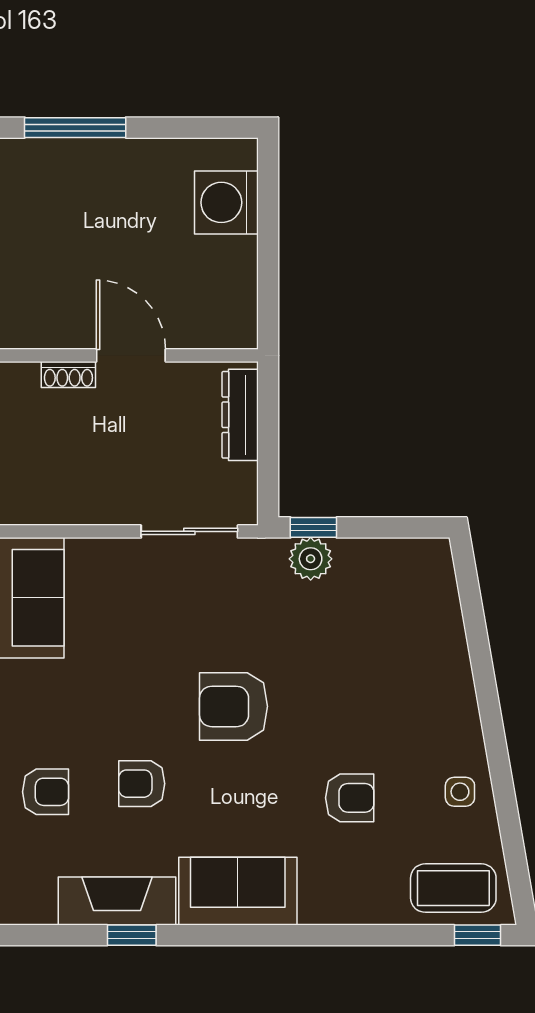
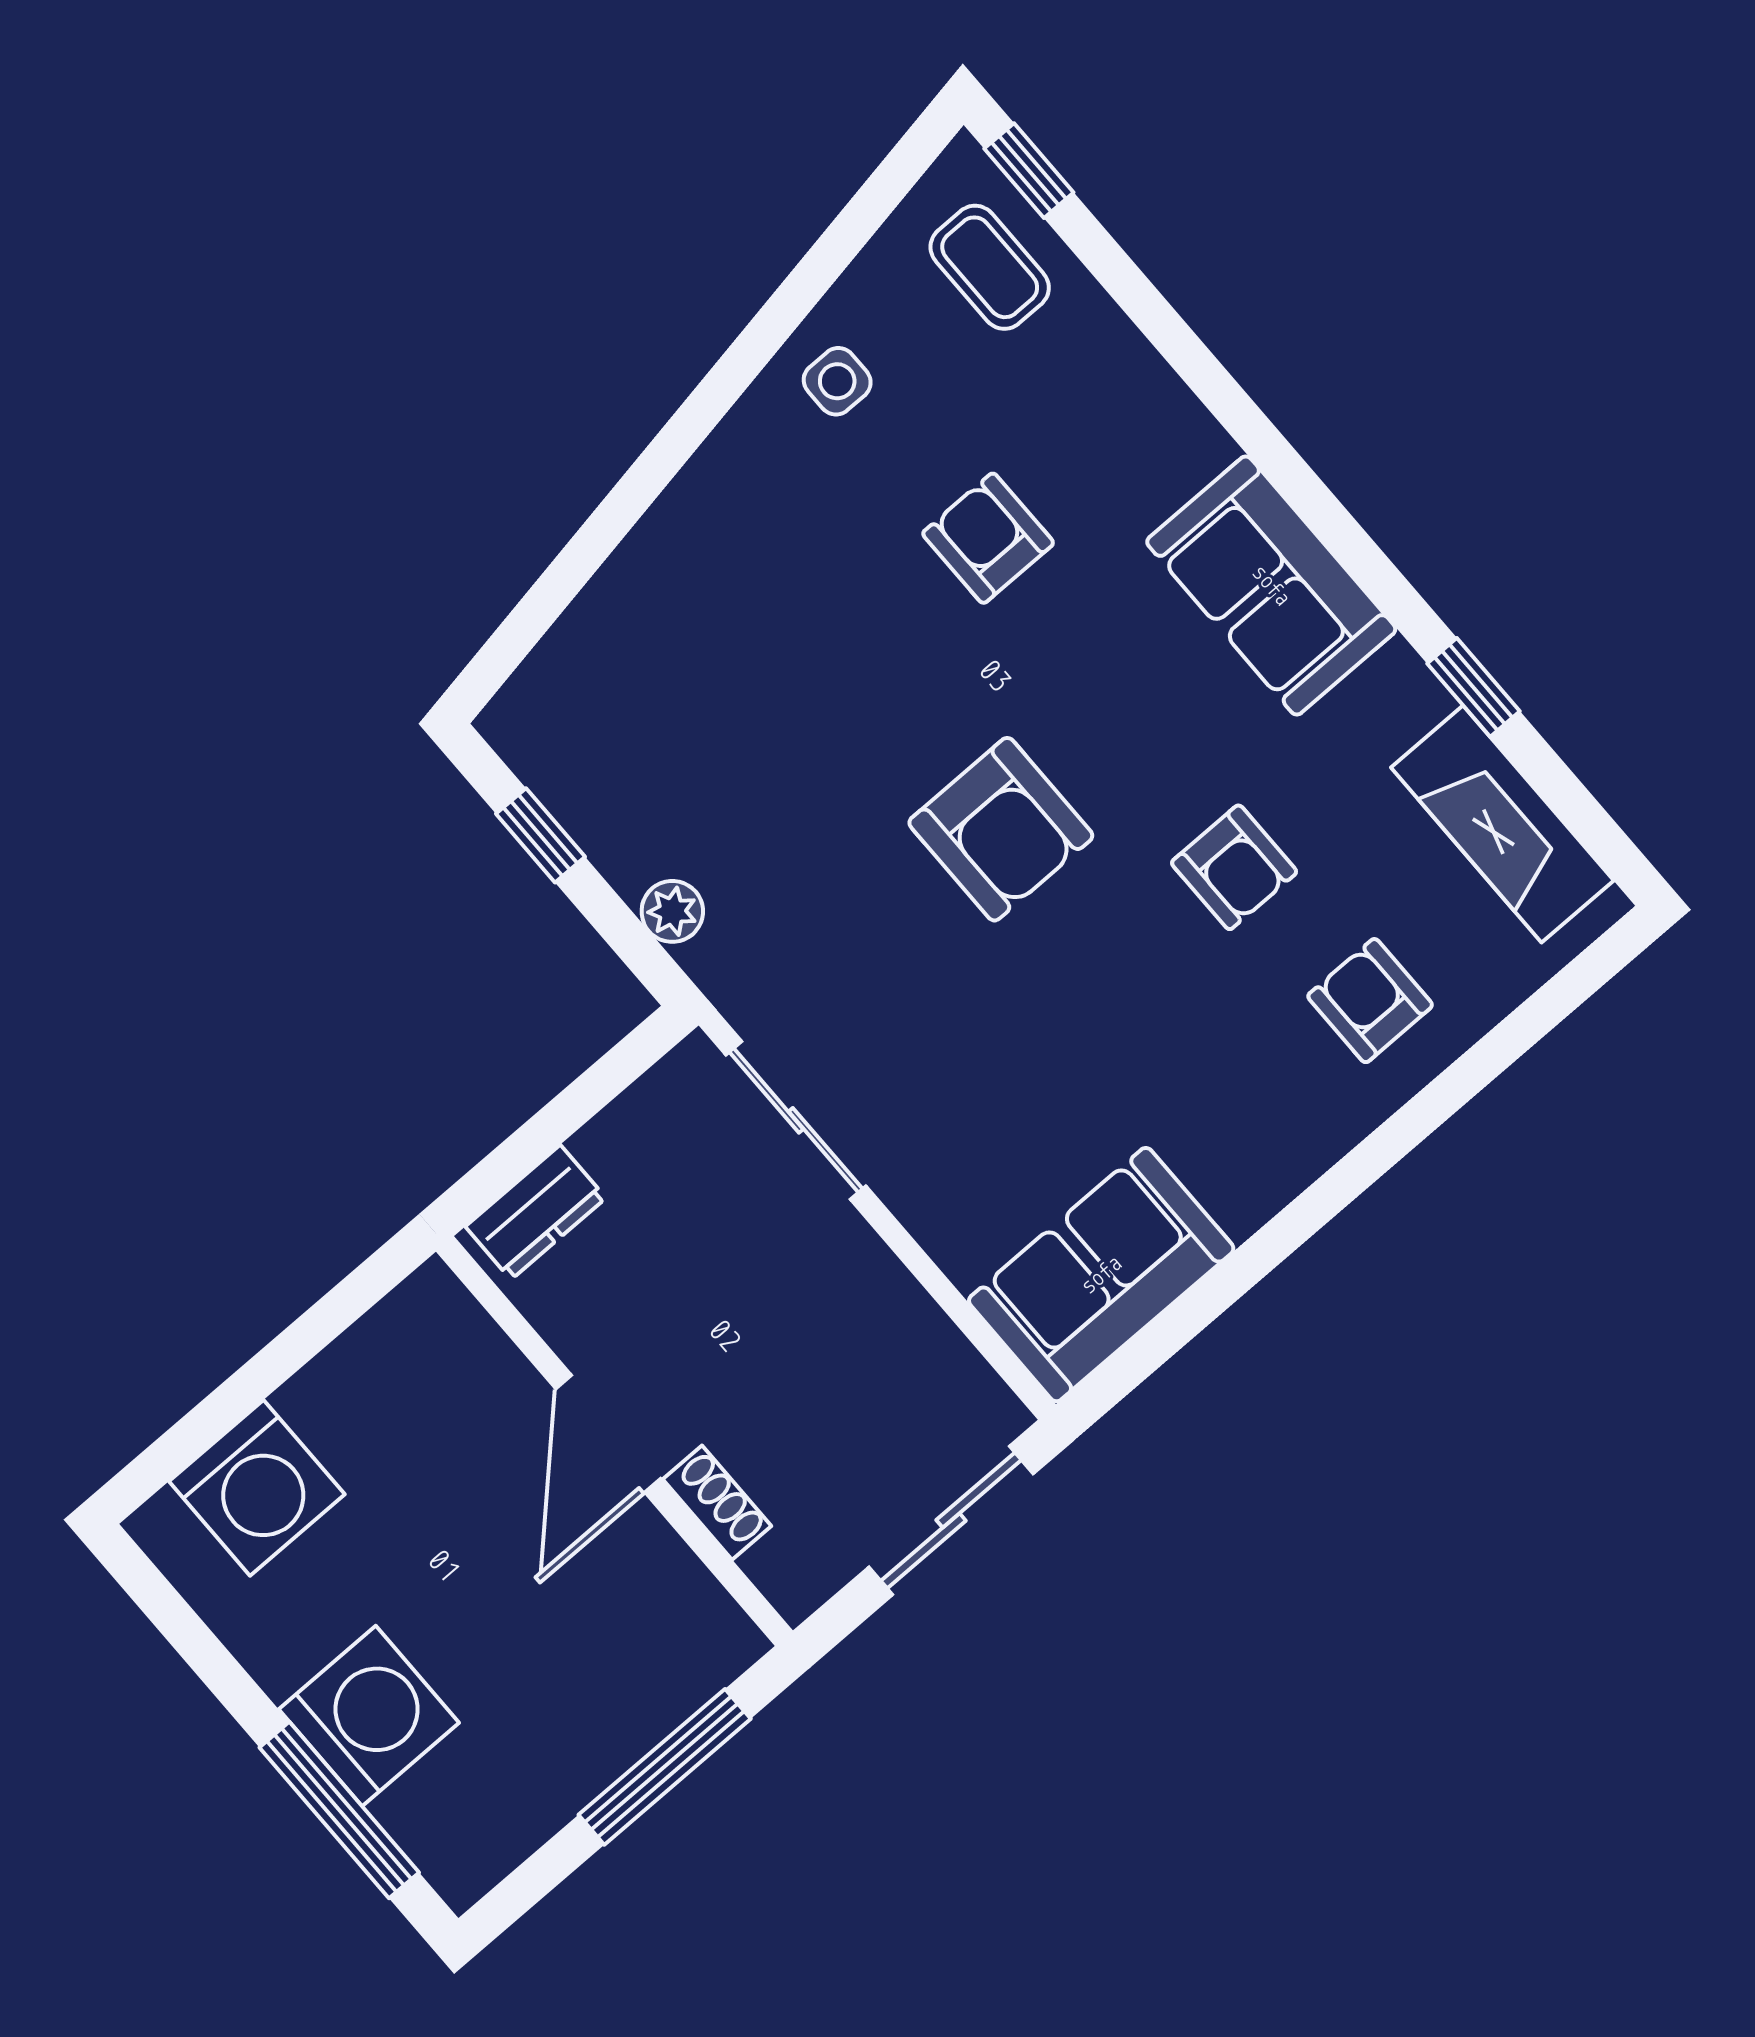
washing machine: (102, 170) -> (369, 1716), added
dresser: (240, 415) -> (536, 1212), width x0.70
window: (313, 527) -> (540, 835), moved
plant: (311, 559) -> (672, 911), width x0.73, depth x0.73
coffee table: (453, 888) -> (990, 267), width x0.73, depth x0.77
fireplace: (117, 901) -> (1502, 824), moved

